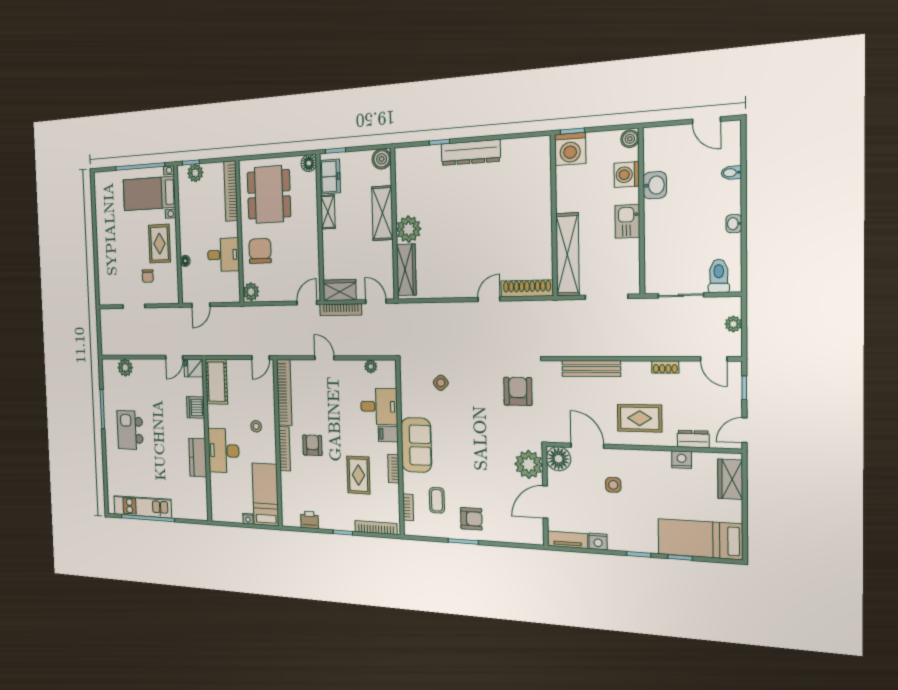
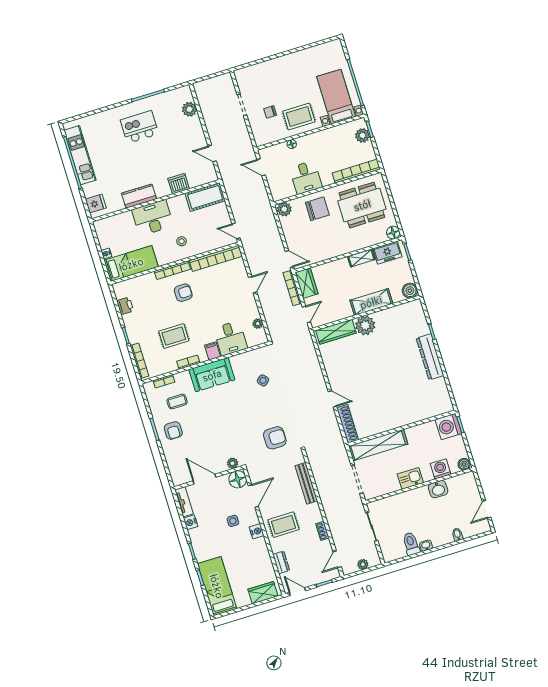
toilet: (719, 276) -> (411, 544), moved, turned -90
fridge: (193, 368) -> (96, 204), moved, turned 90
rug: (640, 418) -> (283, 525), turned 90
nightstand: (682, 460) -> (257, 531), moved
plant: (529, 464) -> (233, 463), width x0.53, depth x0.53

